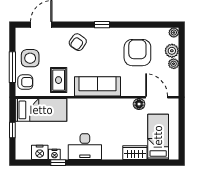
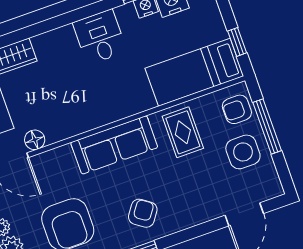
armchair: (78, 42) -> (143, 213), moved
window: (12, 130) -> (237, 42), moved
desk: (85, 147) -> (100, 37), width x0.73

